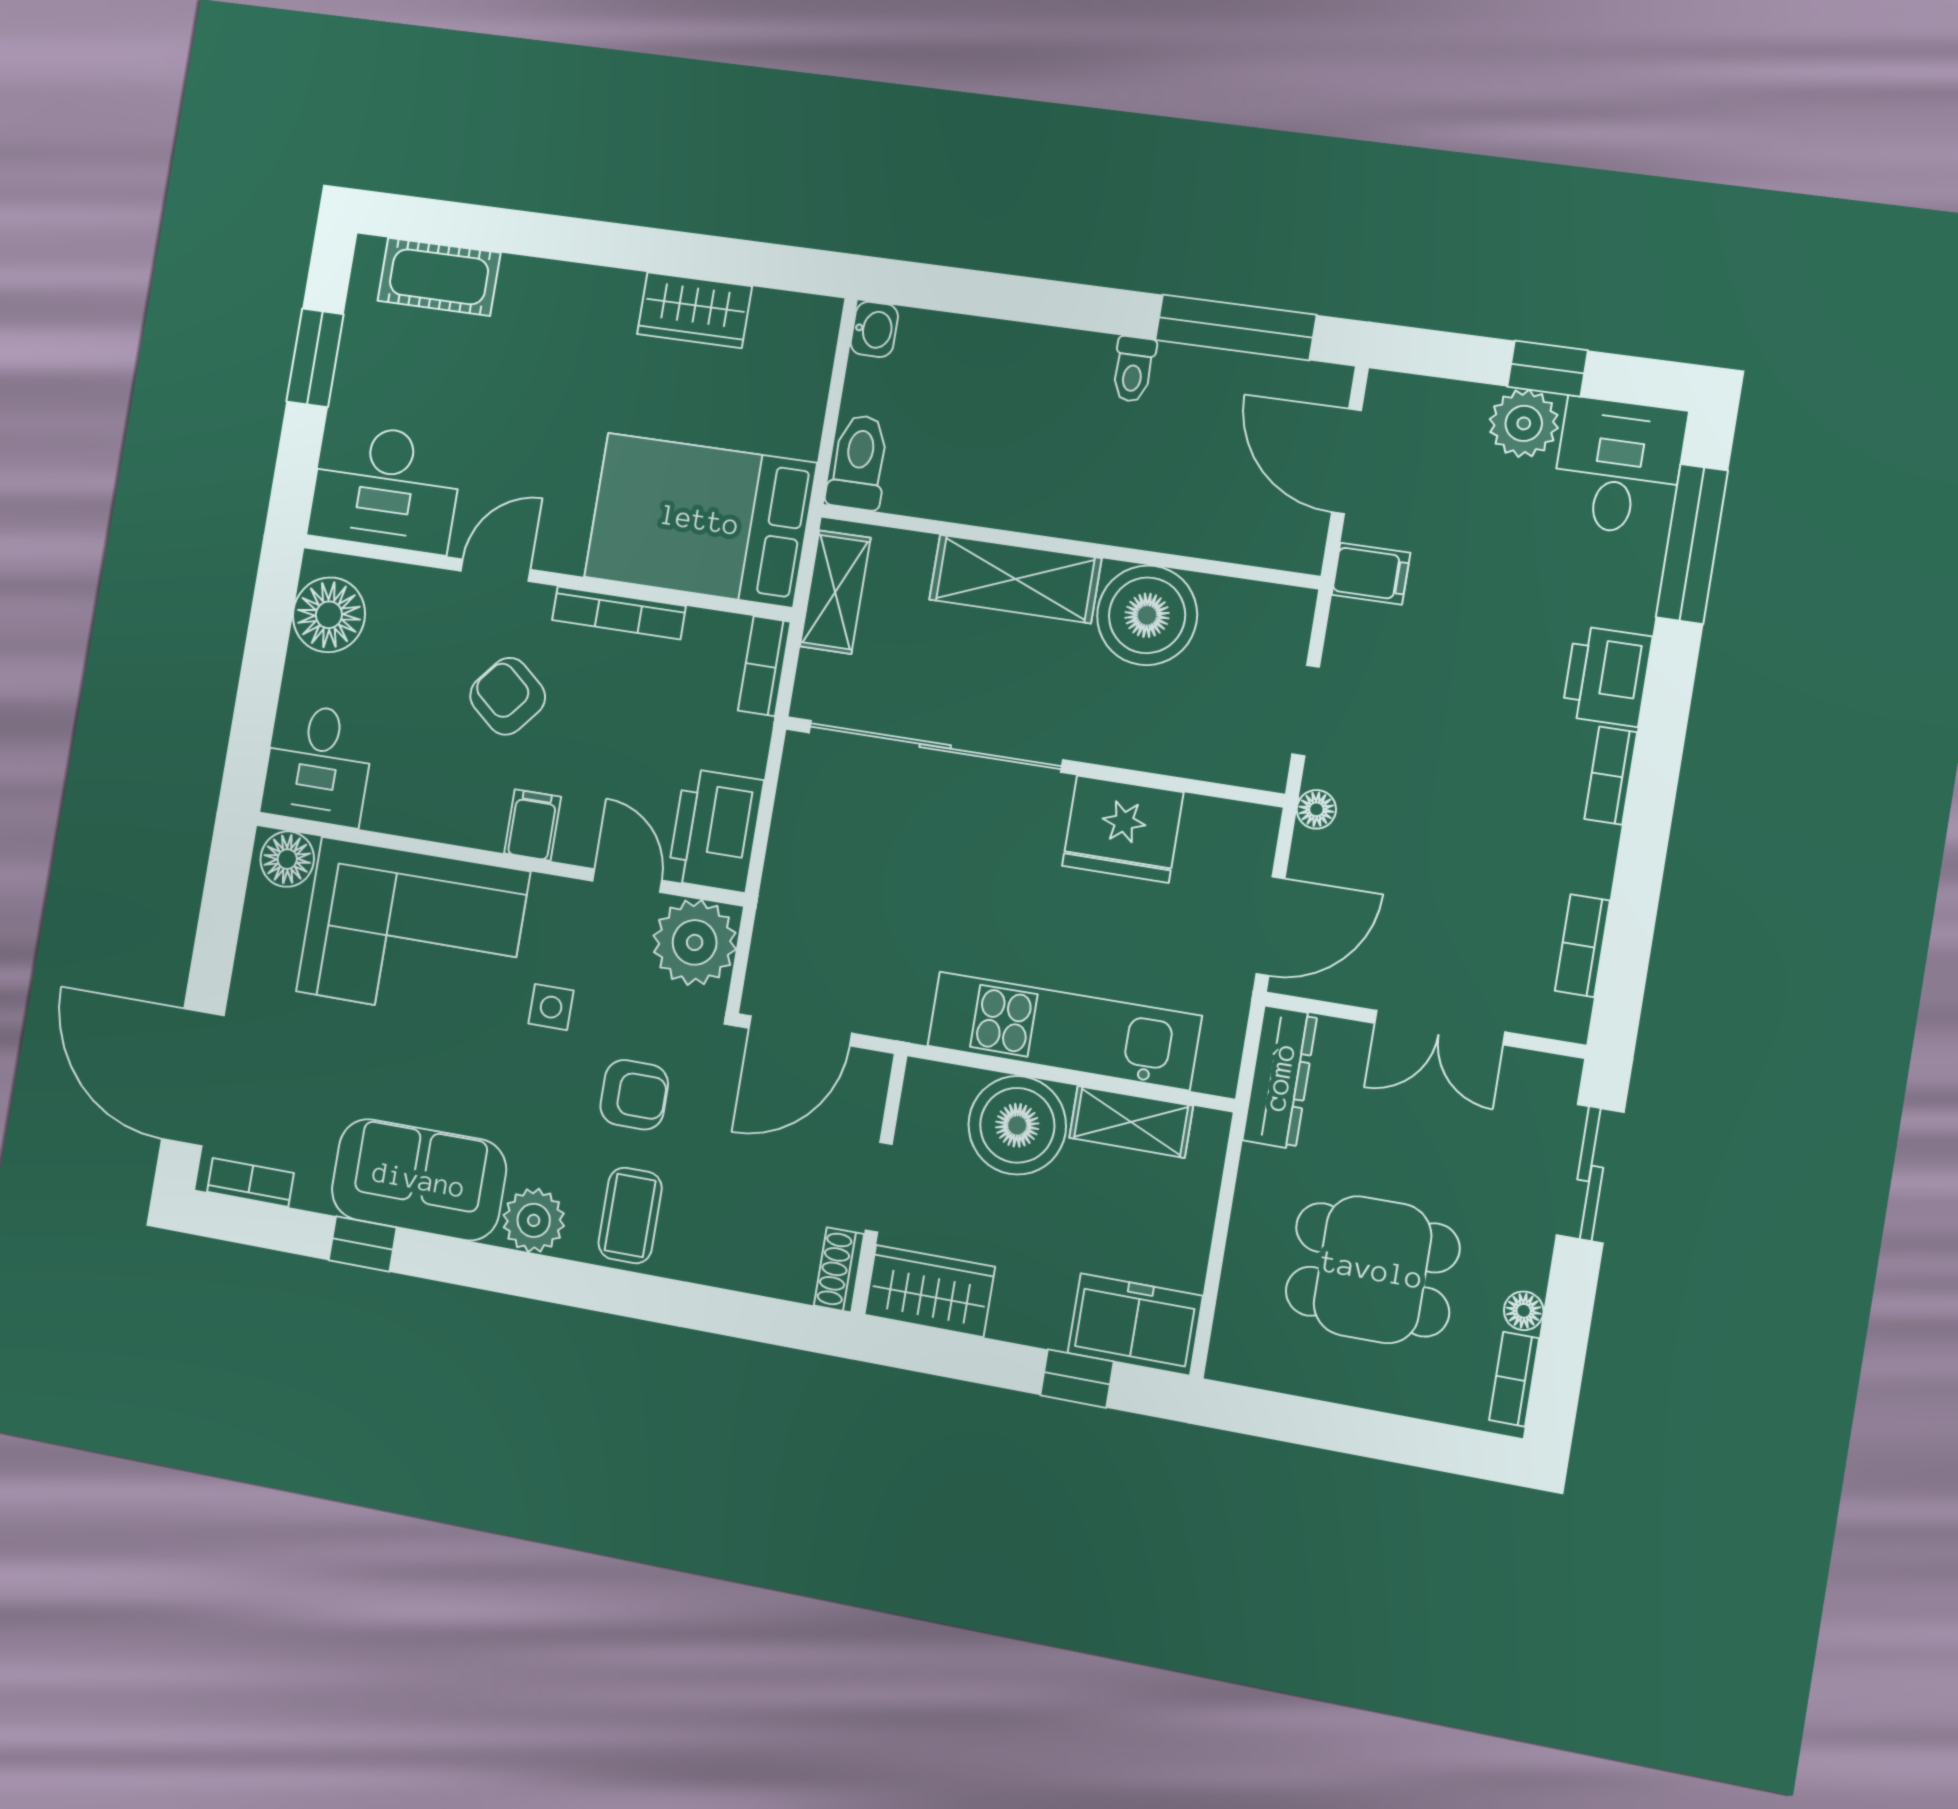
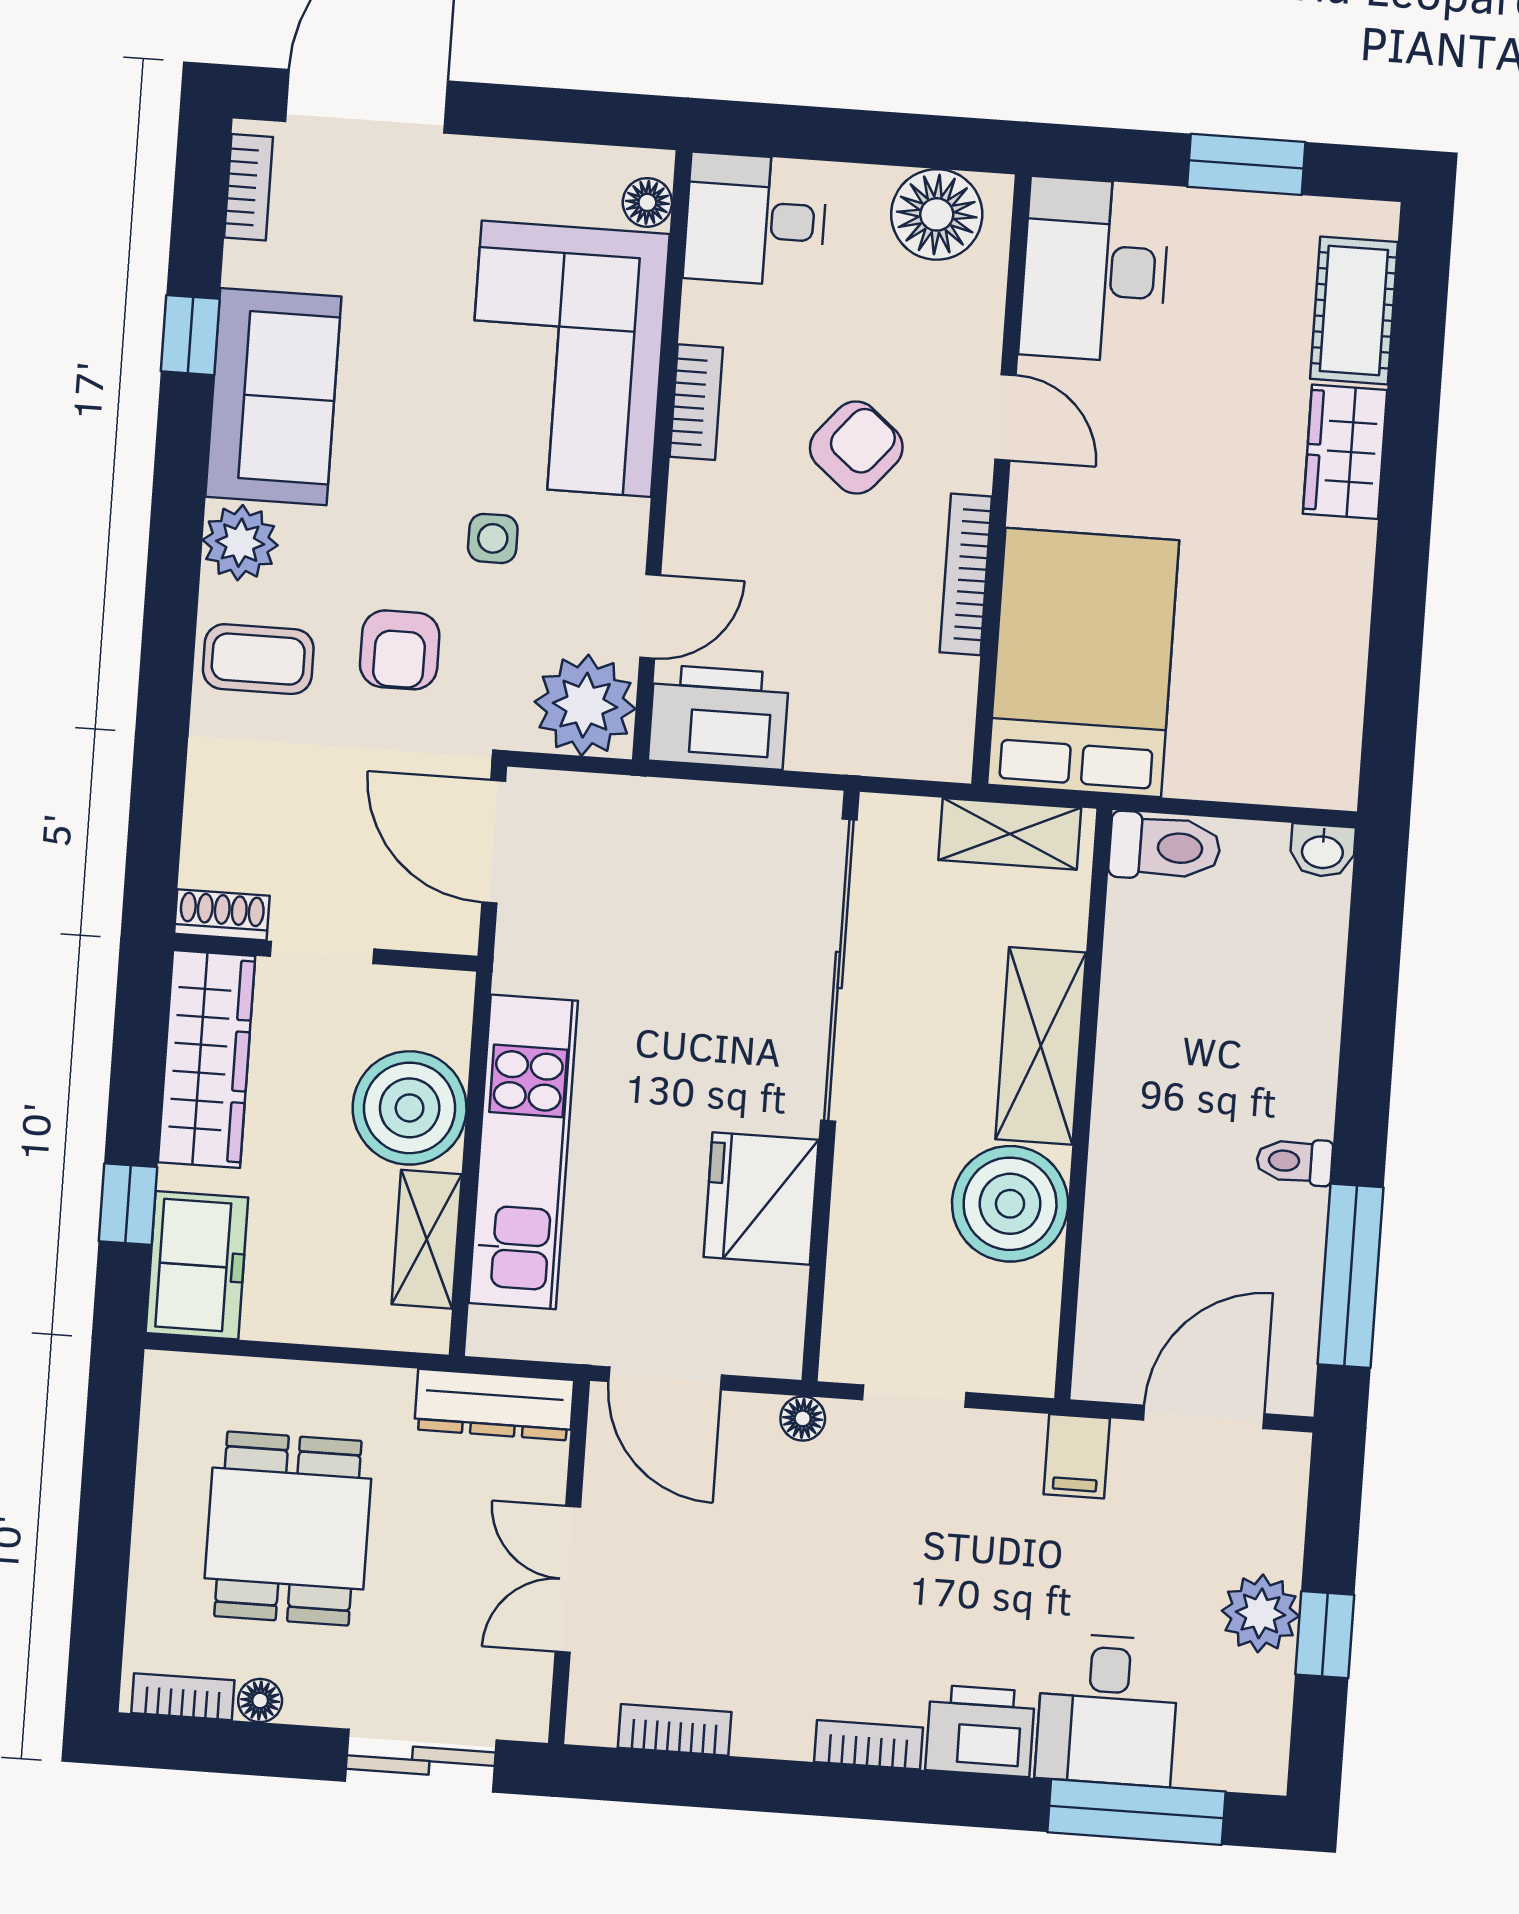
wardrobe: (694, 310) -> (1345, 452), moved
desk: (1618, 467) -> (1107, 1710), moved, turned 90
bookcase: (764, 666) -> (696, 402), moved, turned 90
filing cabinet: (533, 825) -> (706, 494), removed
floor lamp: (287, 859) -> (647, 202), width x0.73, depth x0.73
wardrobe: (930, 1291) -> (206, 1059), width x1.50

